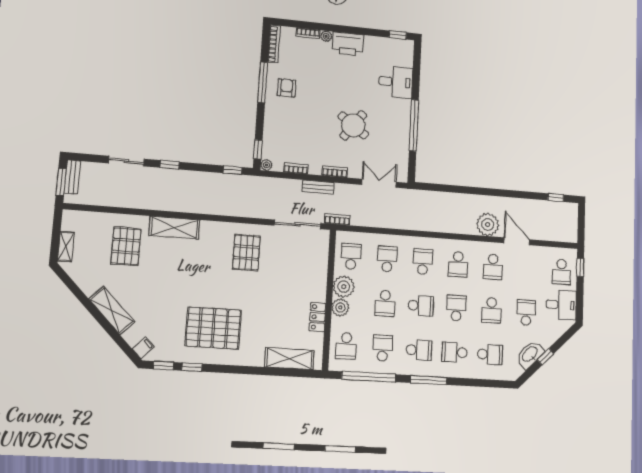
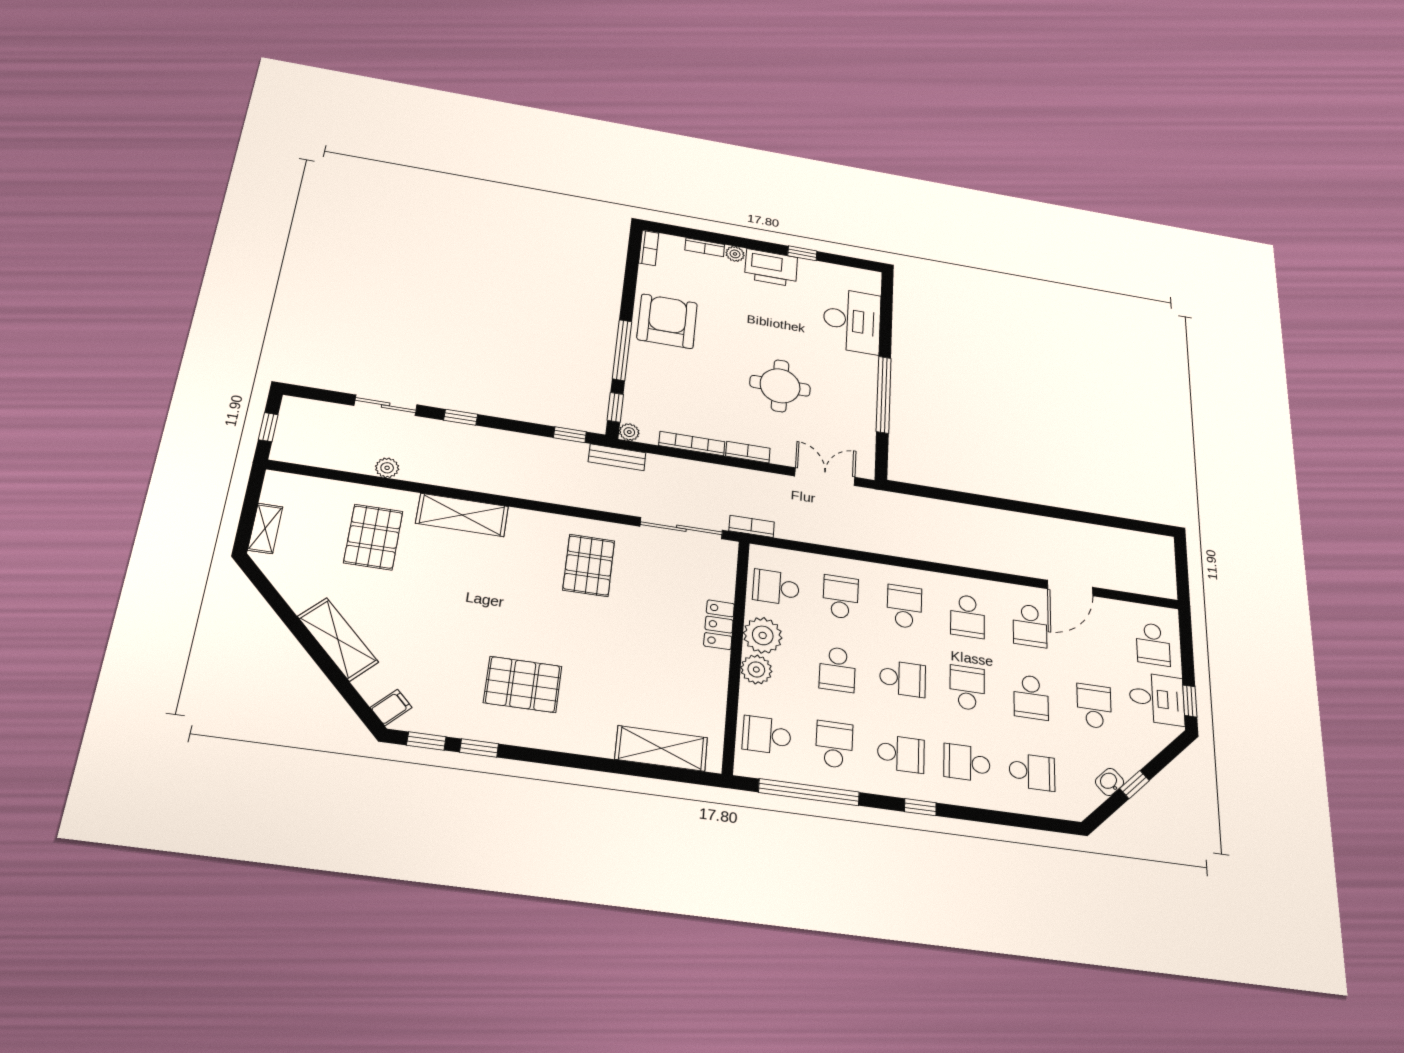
window: (398, 35) -> (802, 253), moved
bookcase: (274, 44) -> (649, 248), width x0.64
window: (263, 82) -> (622, 350), moved
desk: (396, 82) -> (852, 321), width x1.37
armchair: (287, 88) -> (667, 321), width x1.88, depth x1.88
round table: (353, 125) -> (780, 386), turned -36
bookcase: (296, 168) -> (692, 444), width x1.56
bench: (72, 177) -> (289, 421), removed
window: (61, 182) -> (268, 427), width x0.67
bench: (318, 187) -> (617, 457), moved
window: (556, 198) -> (1134, 525), removed
plant: (488, 225) -> (387, 468), moved, width x0.53, depth x0.53
door: (517, 241) -> (1070, 588), swing flipped
school desk: (351, 256) -> (776, 587), turned -90
window: (580, 267) -> (1190, 701), moved
locker: (317, 317) -> (719, 625), moved
pallet: (213, 328) -> (523, 684), width x0.73, depth x0.71
school desk: (346, 346) -> (767, 735), turned 90
washbasin: (530, 355) -> (1110, 782), width x0.52, depth x0.69
window: (429, 380) -> (920, 807), width x0.46

